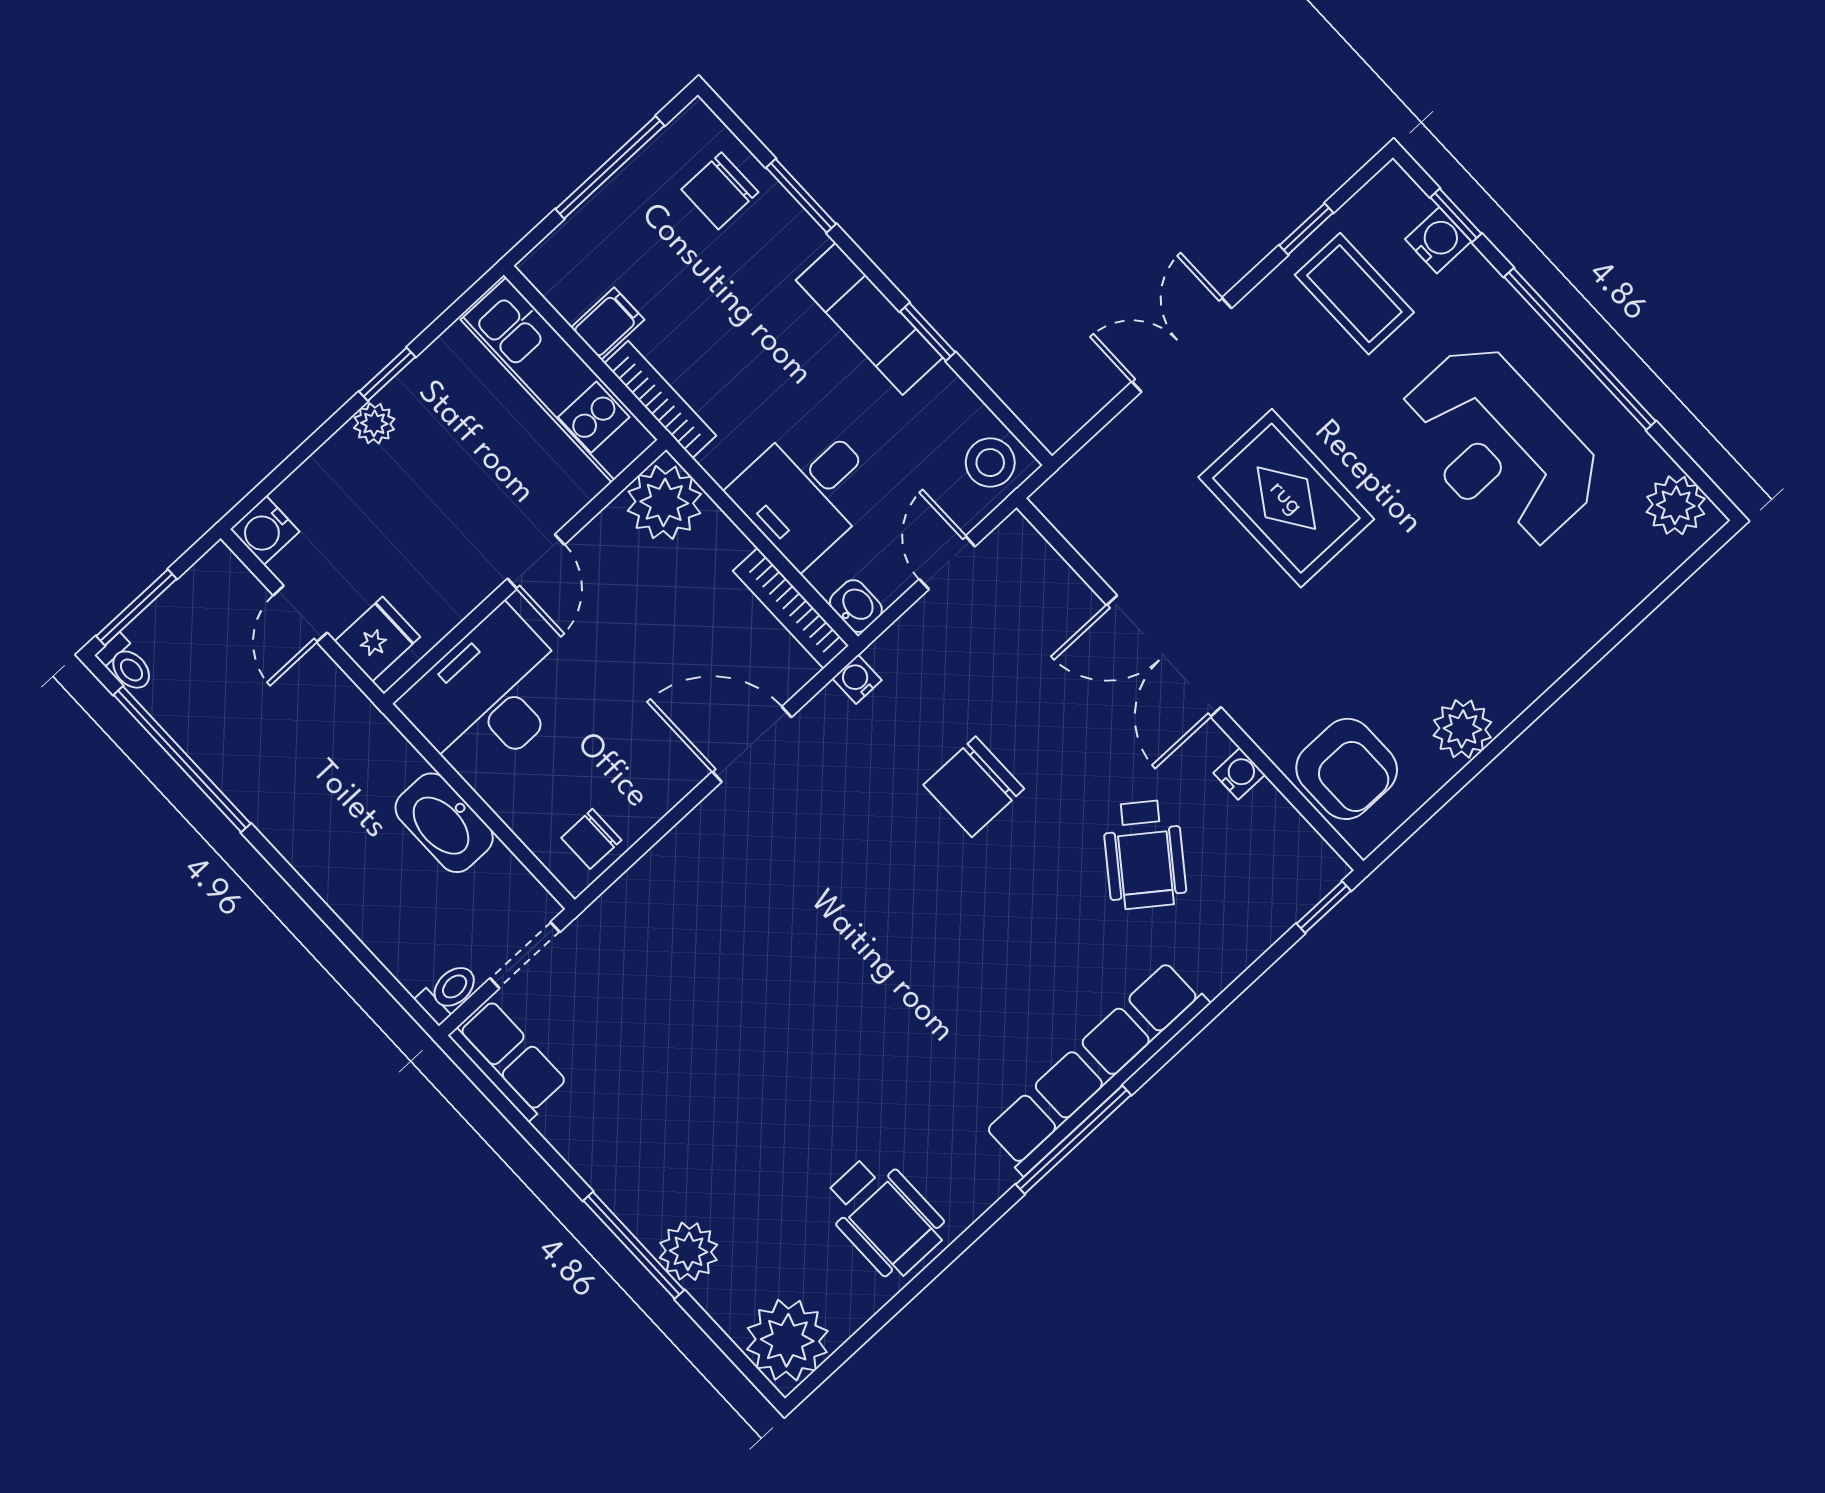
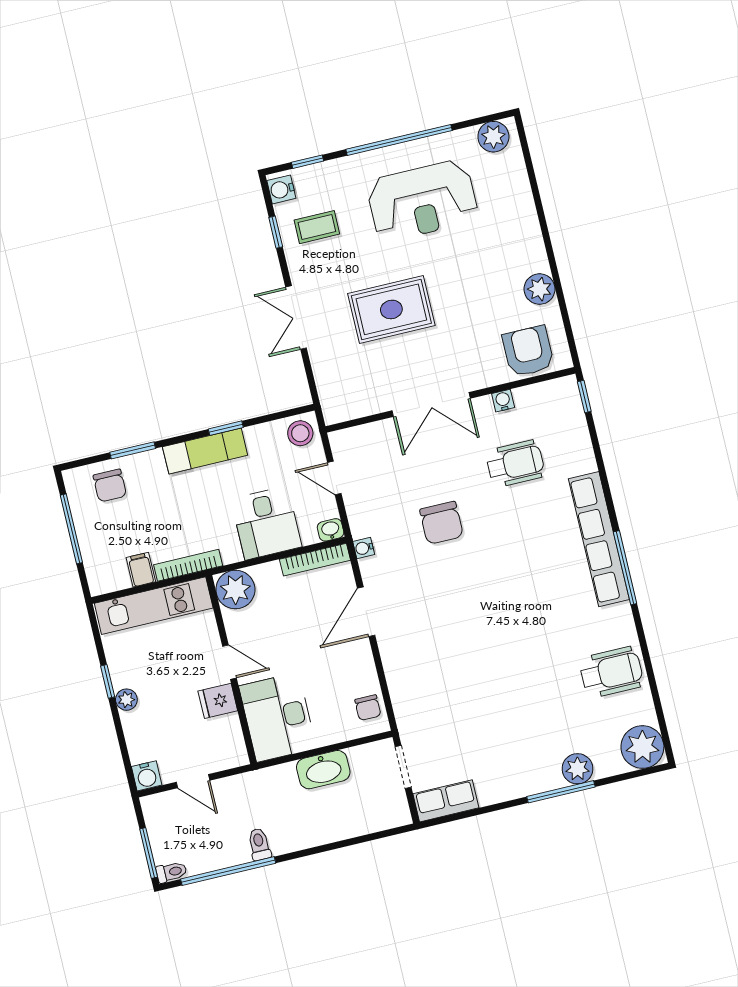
water cooler: (1438, 240) -> (281, 189), moved, turned -90
coffee table: (1354, 294) -> (317, 227), width x0.73, depth x0.77
fridge: (377, 639) -> (218, 701), moved, turned -90
armchair: (1347, 769) -> (528, 351), turned -90
wheelchair: (1144, 855) -> (515, 464), turned -37
toilet: (448, 992) -> (259, 844), moved

